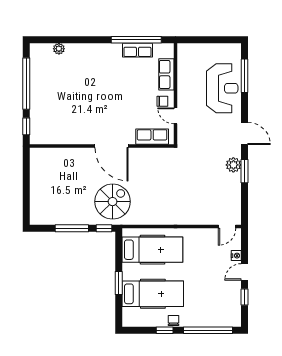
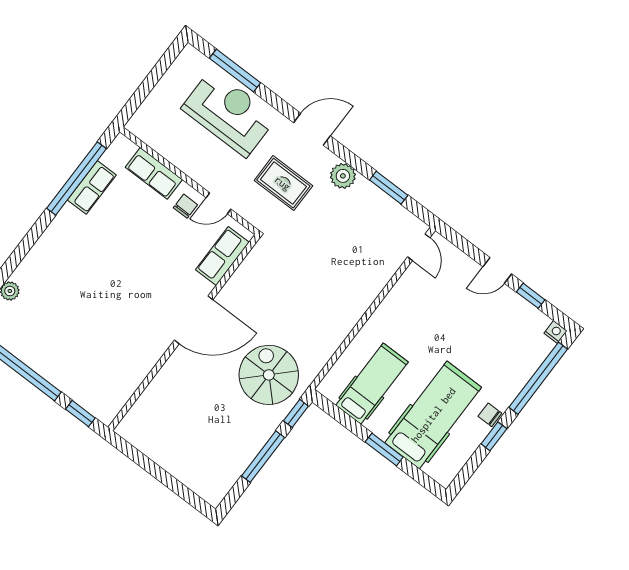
rug: (209, 139) -> (283, 183), added
window: (244, 171) -> (389, 188), moved
hospital bed: (152, 250) -> (372, 384), width x0.73, depth x0.78
nightstand: (236, 256) -> (556, 332), moved
door: (244, 272) -> (497, 270), hinge flipped

